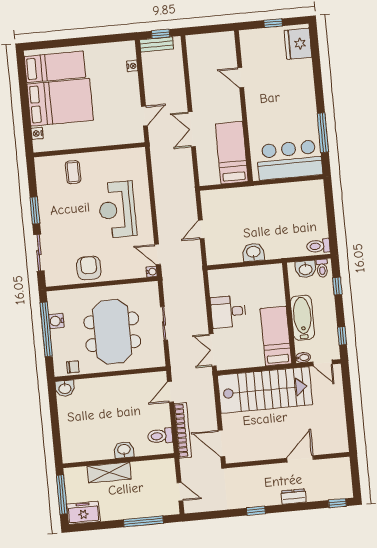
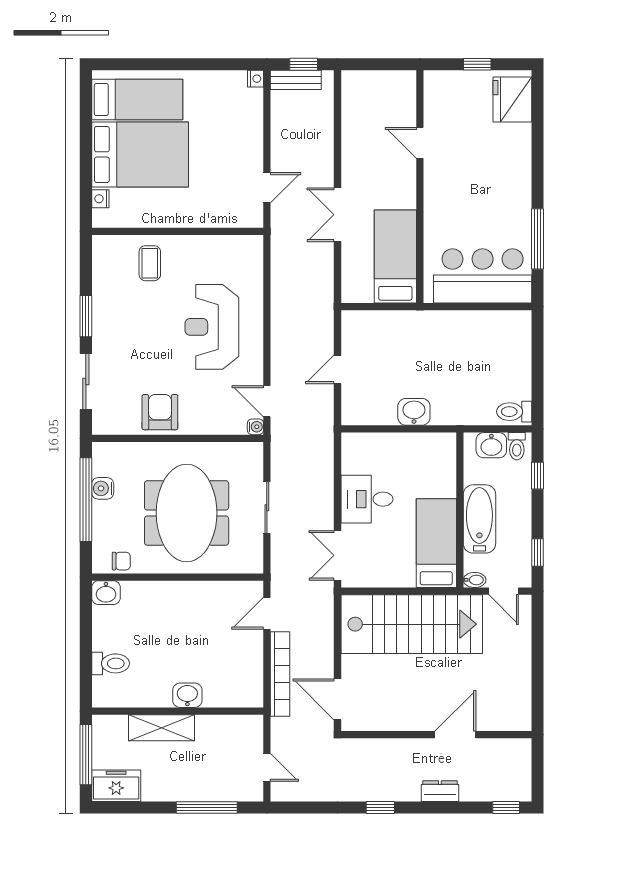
nightstand: (132, 66) -> (256, 79), moved
toilet: (160, 436) -> (111, 663), moved, turned 180

